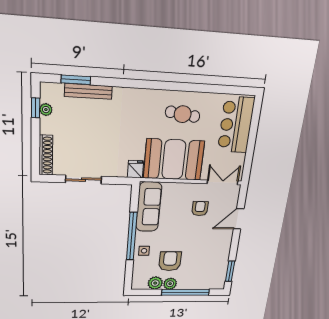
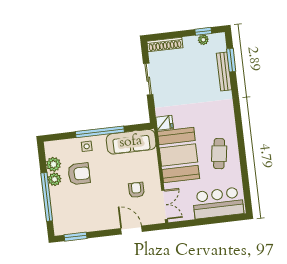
armchair: (200, 209) -> (136, 190), turned -90

